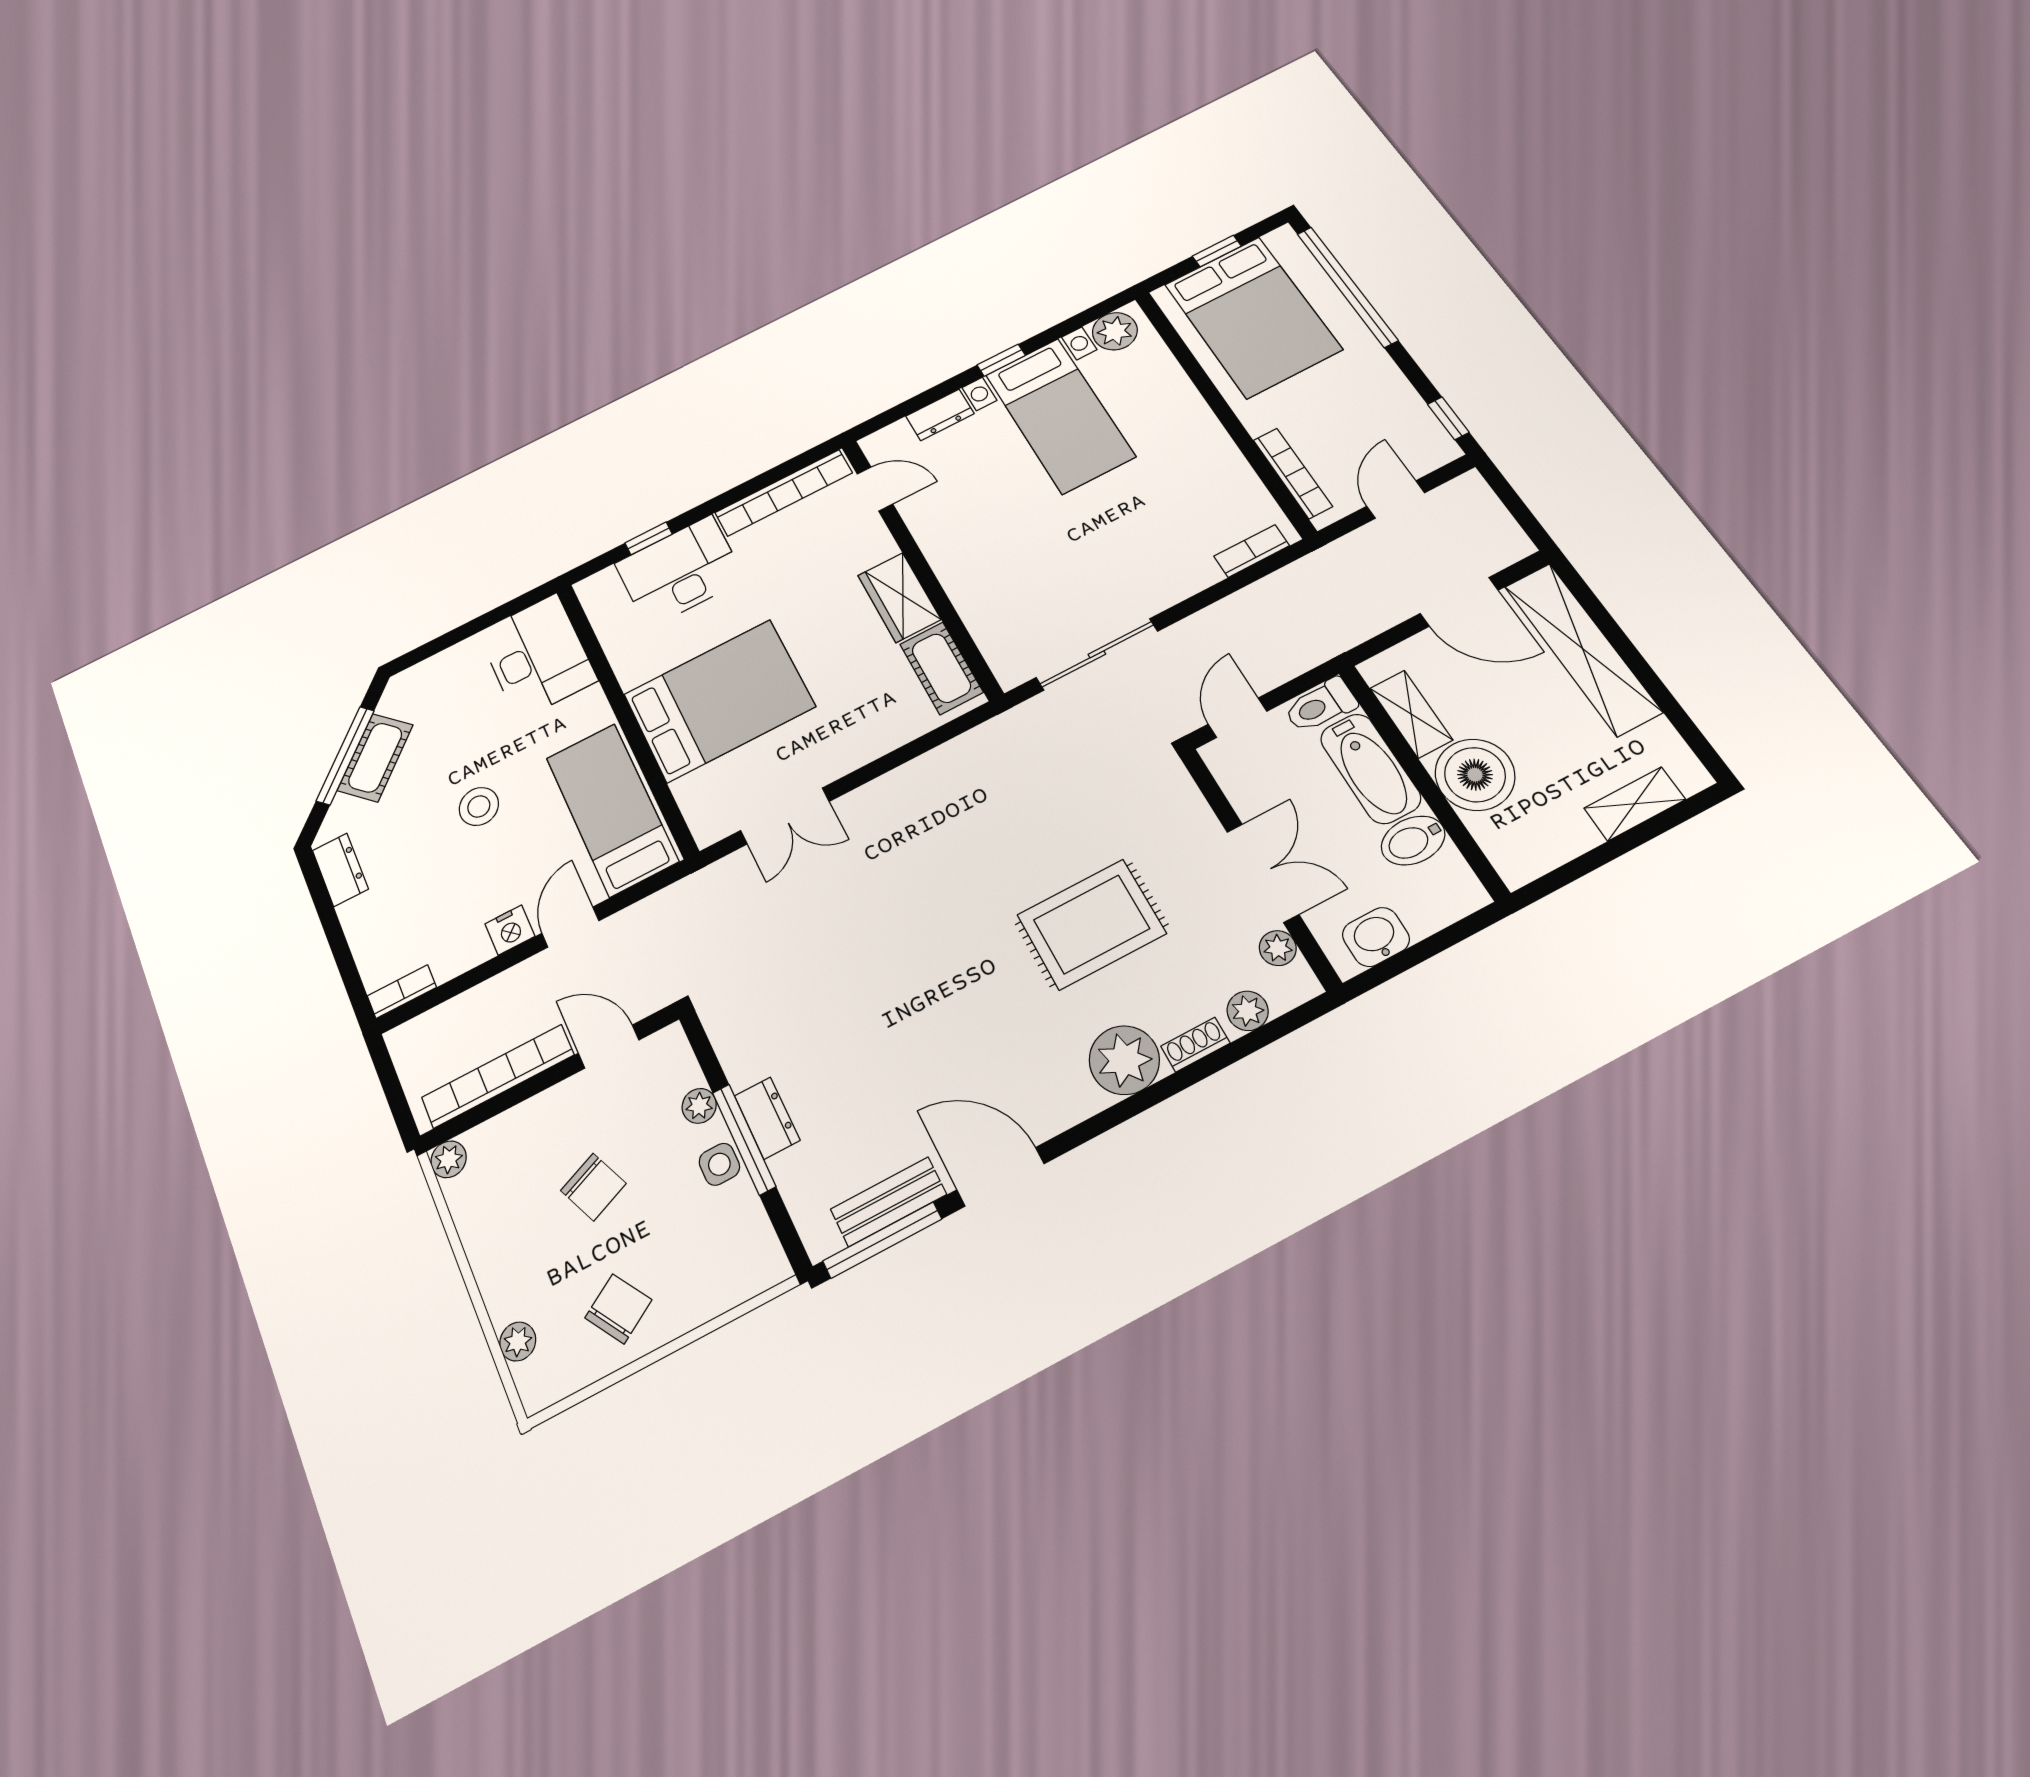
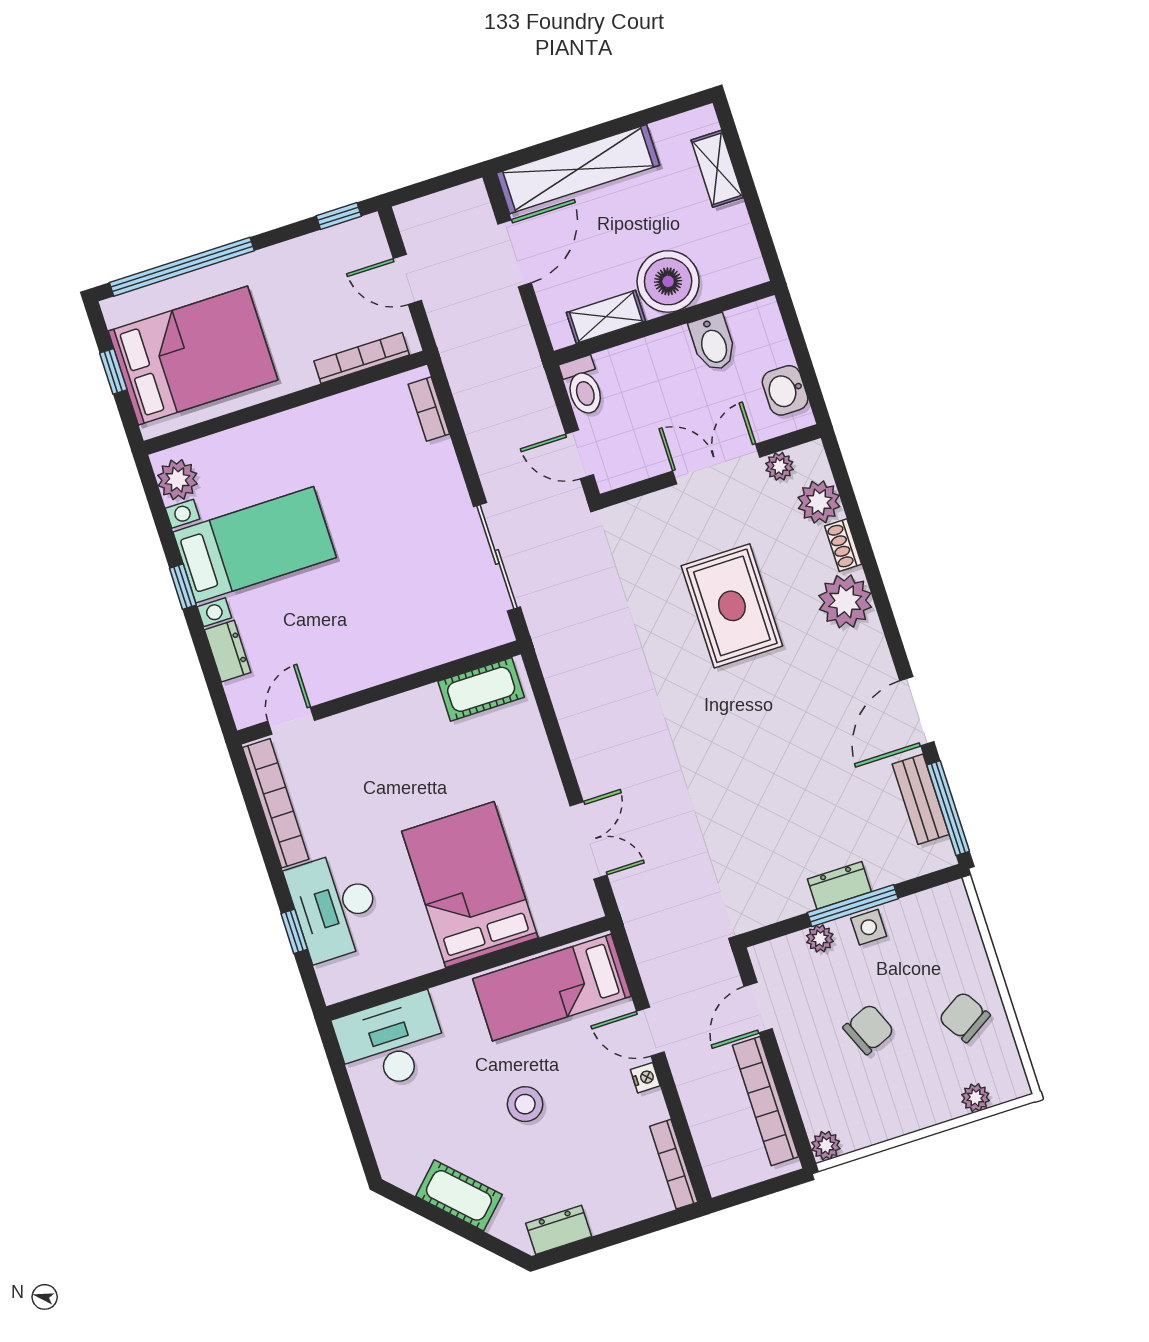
wardrobe: (899, 597) -> (405, 715), removed
window: (345, 756) -> (451, 1223), removed
bathtub: (1370, 768) -> (646, 360), removed
nightstand: (510, 930) -> (645, 1078), width x0.72, depth x0.74
bookcase: (402, 992) -> (674, 1164), width x1.56
plant: (1248, 1011) -> (819, 502), width x1.38, depth x1.38

